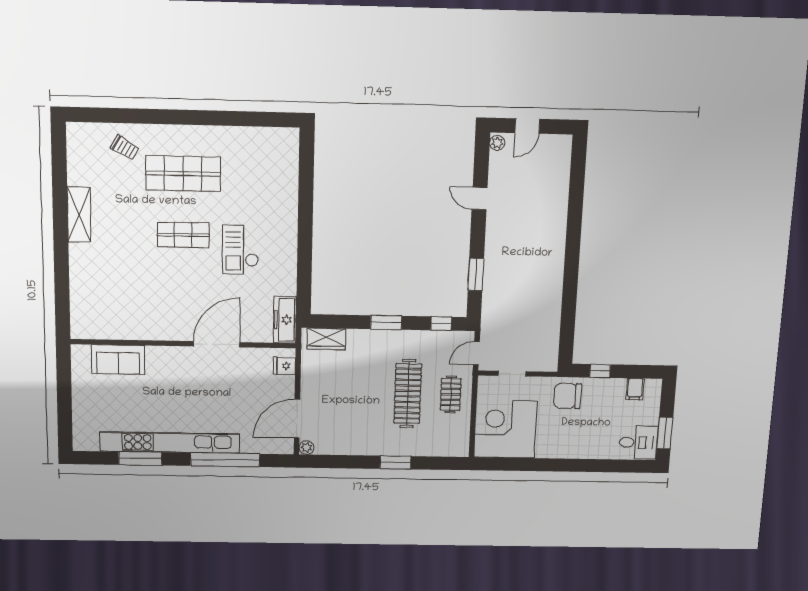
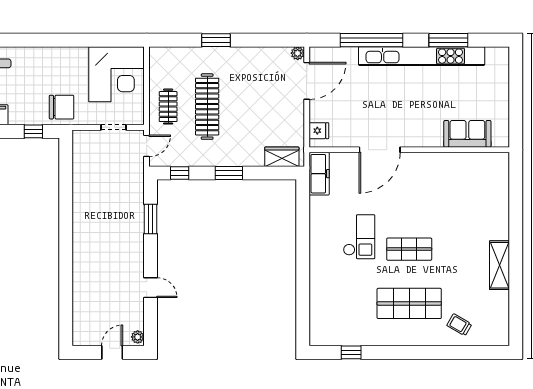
window: (251, 119) -> (351, 352), added

